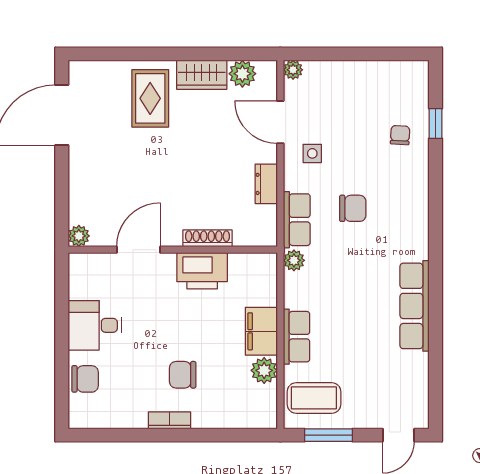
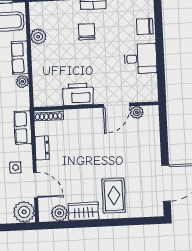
plant: (293, 70) -> (24, 212), width x1.88, depth x1.88
plant: (79, 236) -> (137, 112), moved
shoe rack: (207, 238) -> (49, 115), moved
plant: (294, 260) -> (22, 81), moved
filing cabinet: (261, 331) -> (41, 60), removed
chair: (183, 375) -> (87, 32), turned -90

